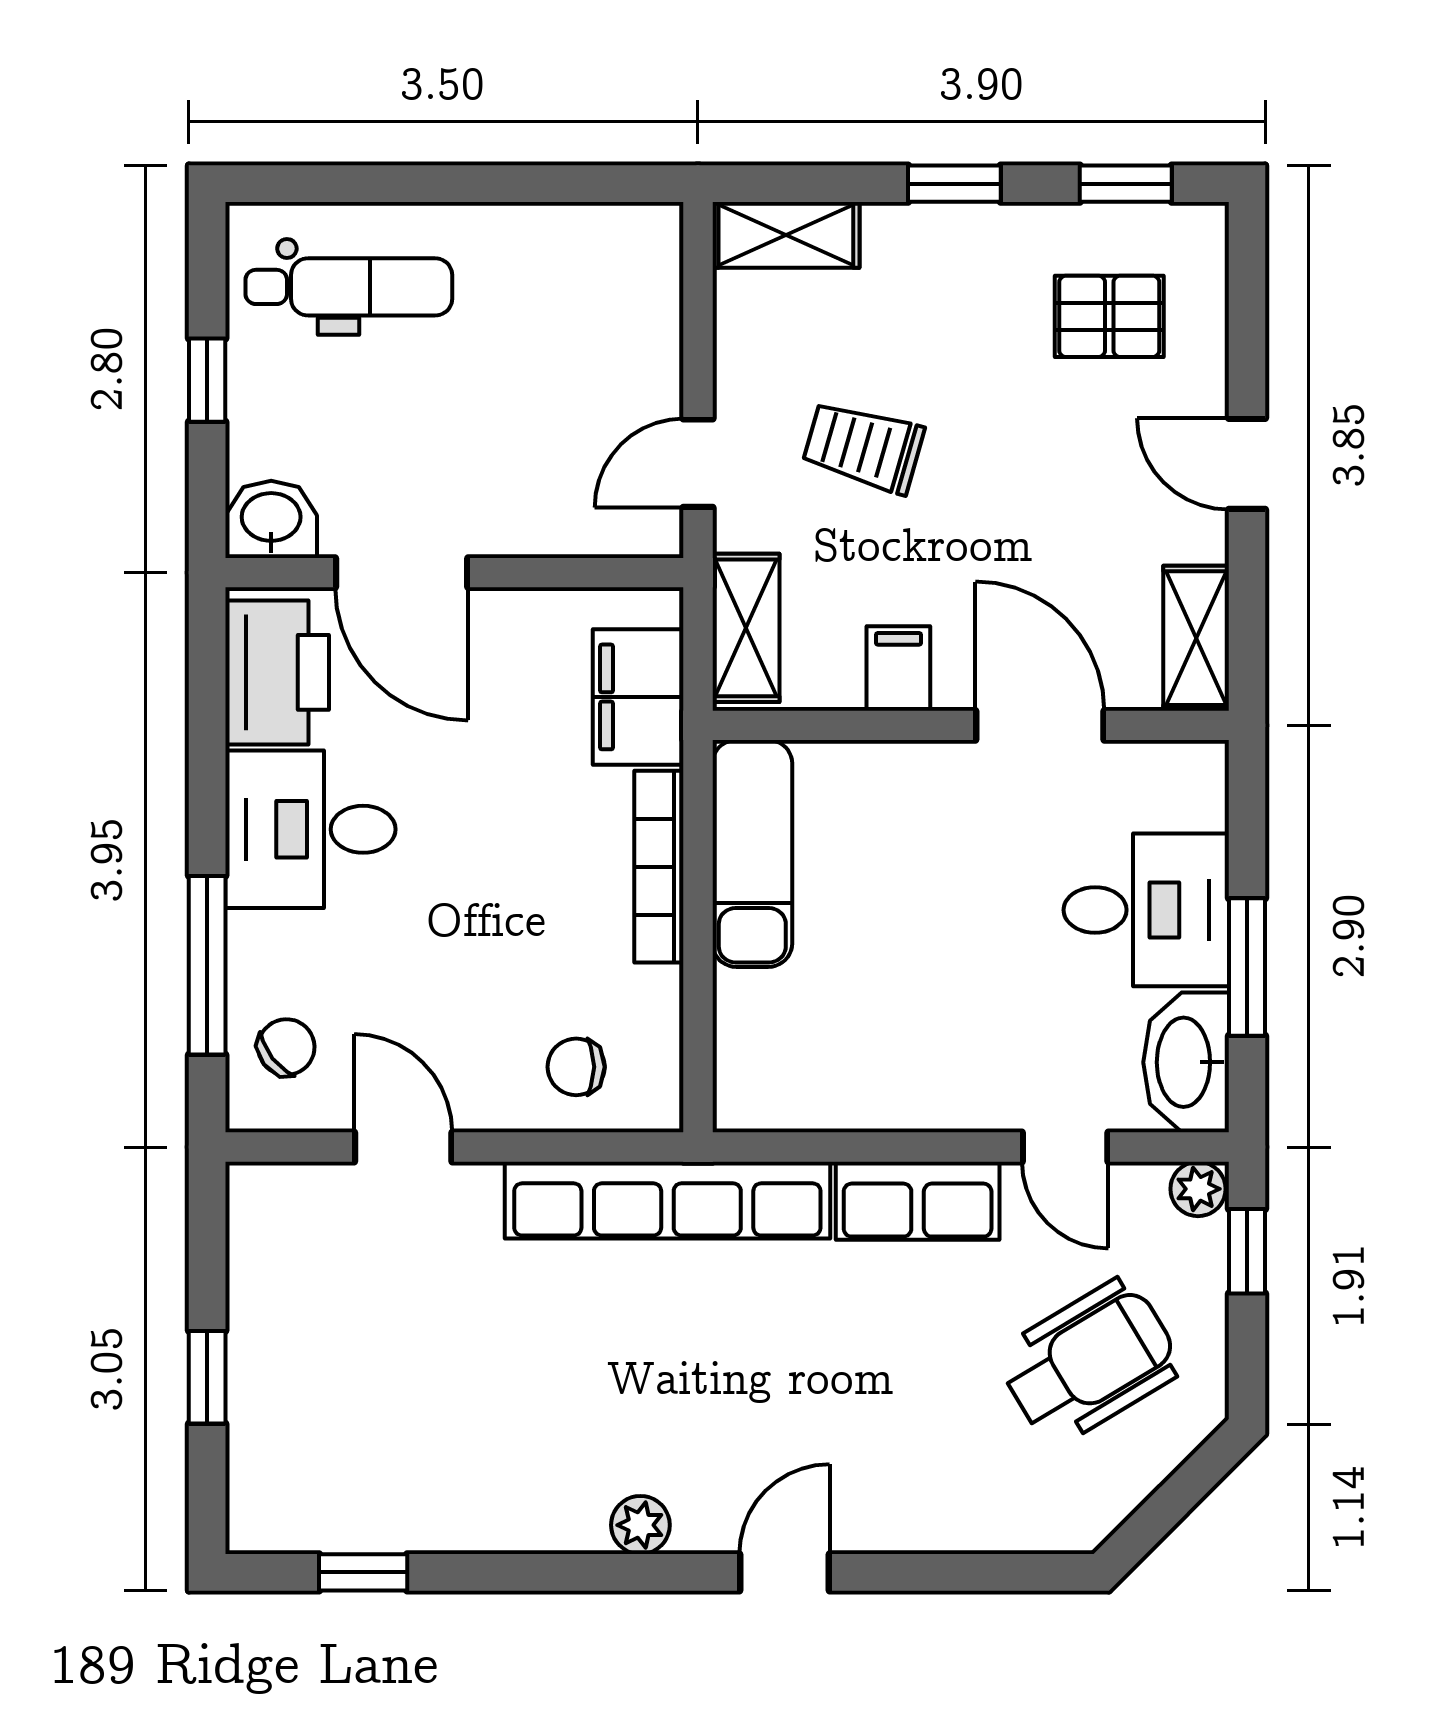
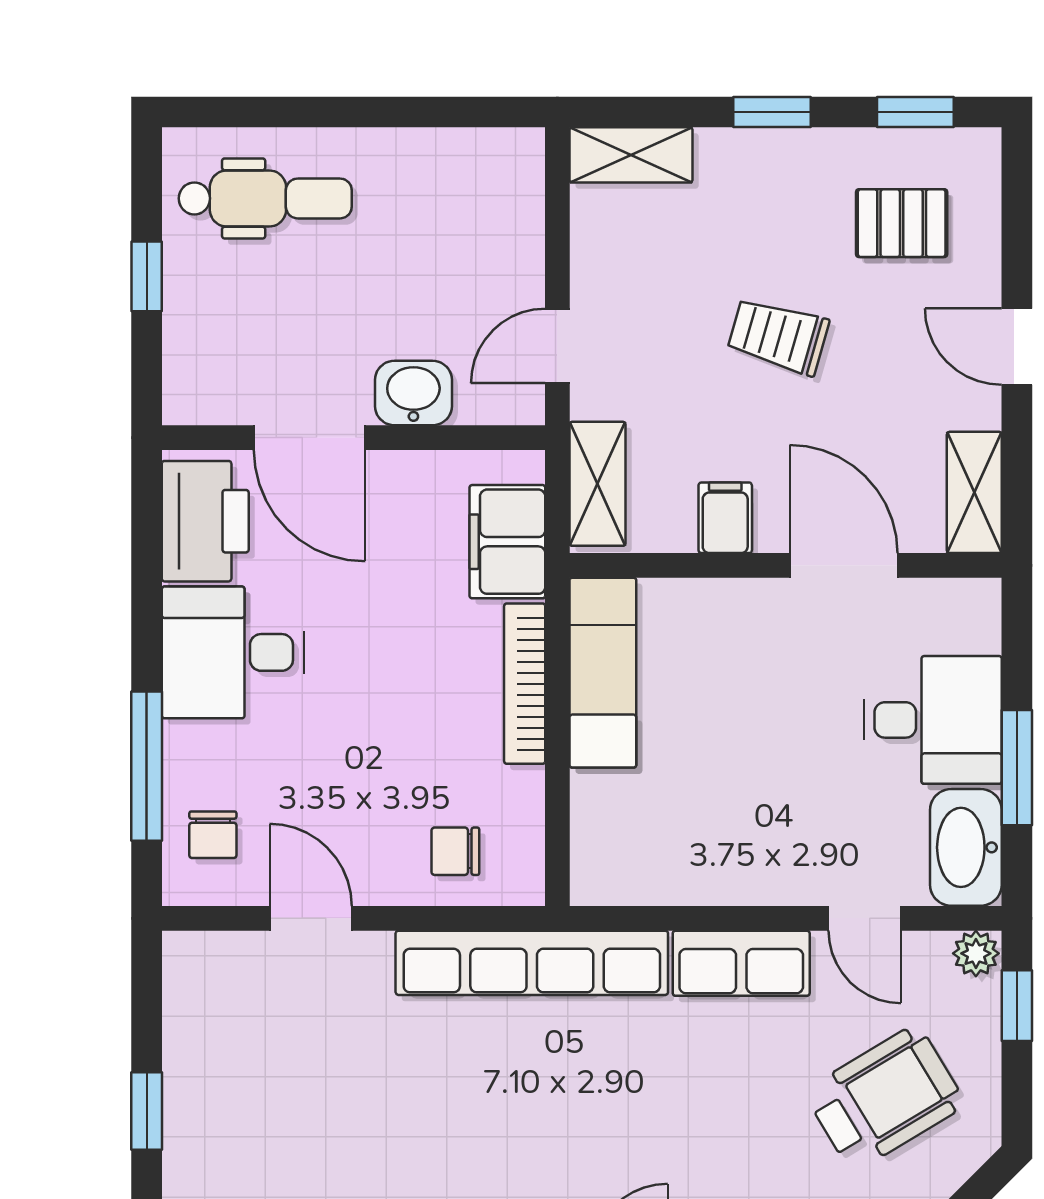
trolley: (863, 447) -> (778, 336), moved
washbasin: (271, 519) -> (413, 393), moved
chair: (286, 1047) -> (213, 835), turned 128

